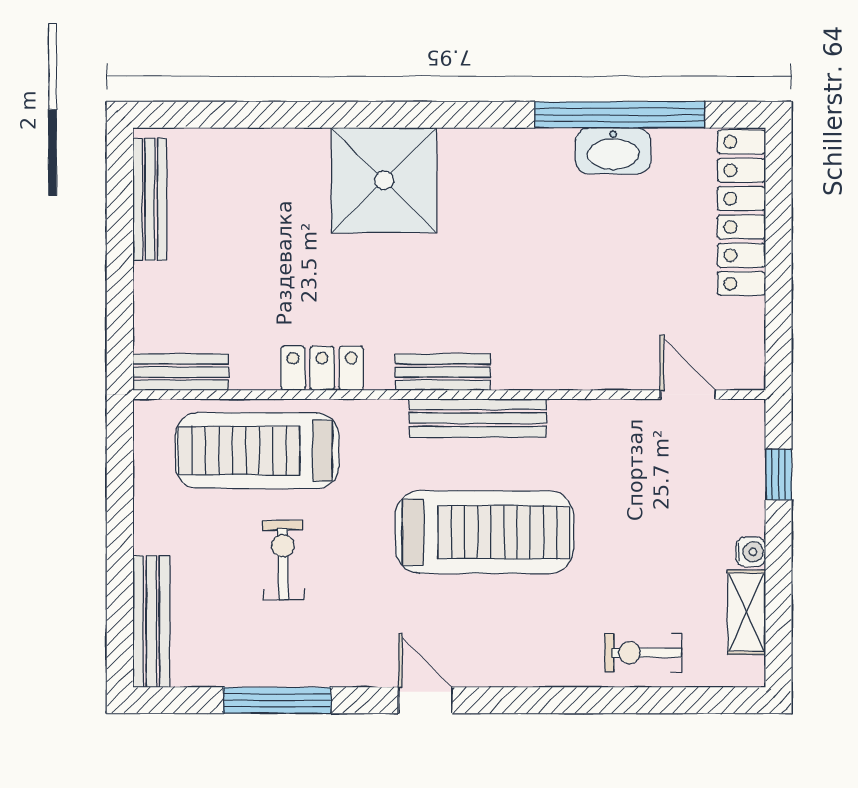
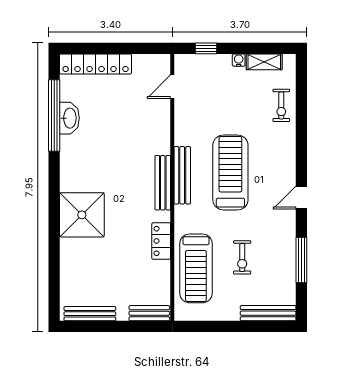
bench: (181, 372) -> (149, 313), moved, turned 90
bench: (443, 372) -> (163, 183), width x1.36
exercise bike: (283, 560) -> (242, 257), turned -89

